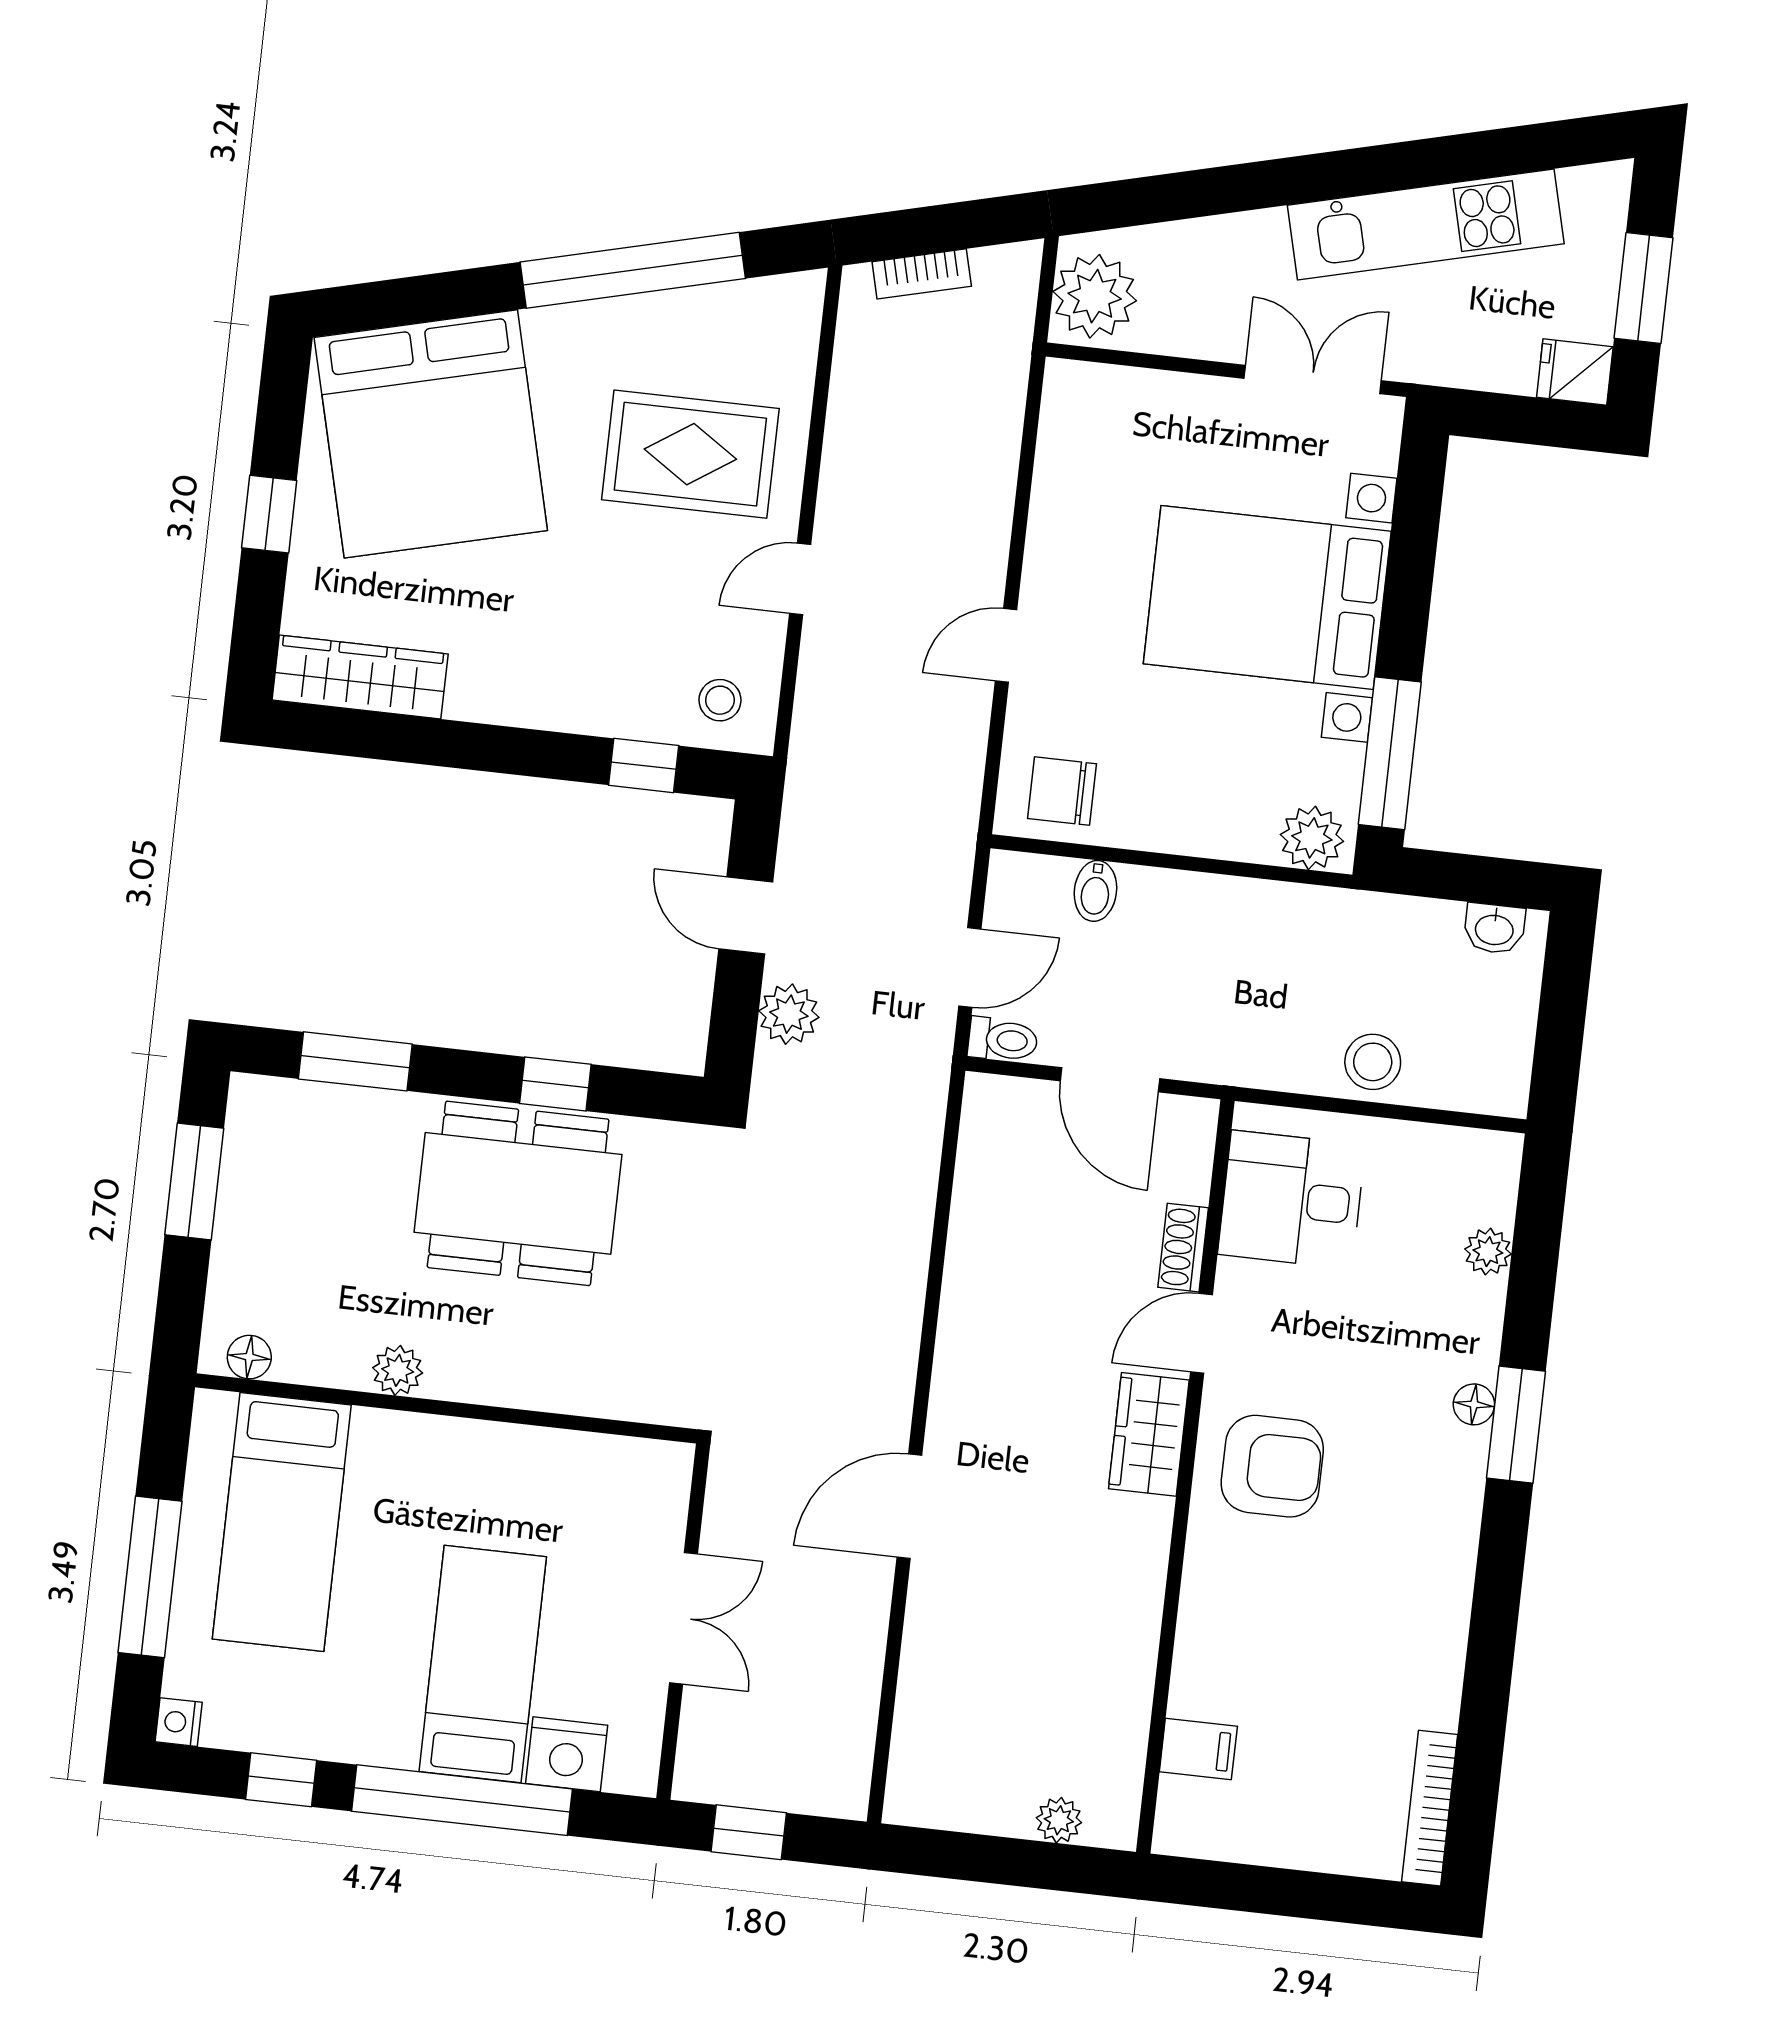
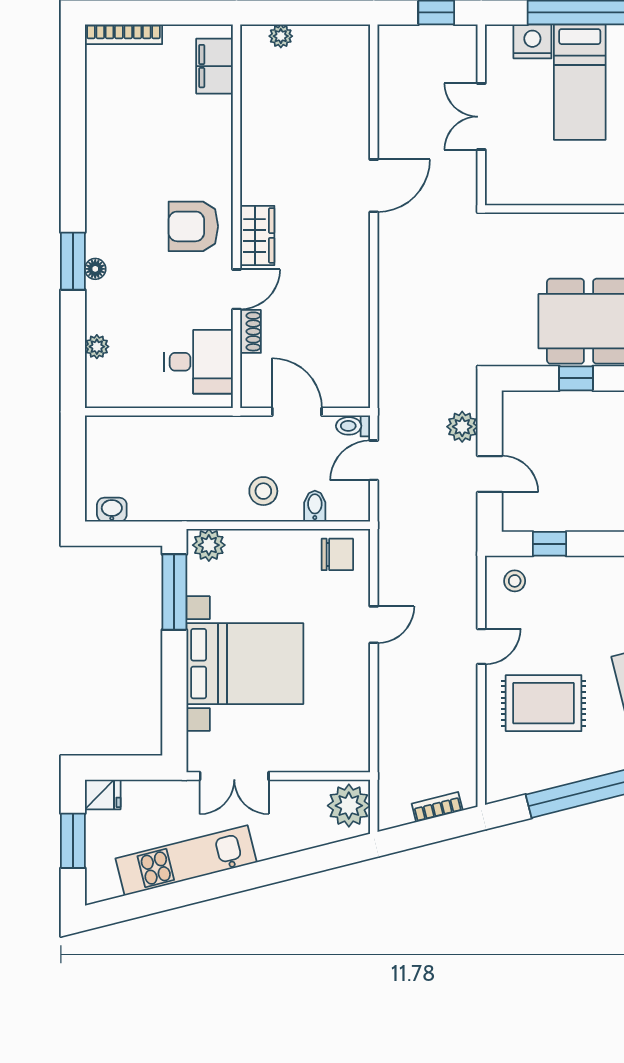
stool: (1373, 1062) -> (263, 491), moved
filing cabinet: (1198, 1749) -> (215, 66), width x2.00
bookcase: (1430, 1808) -> (124, 34), moved, turned 90

